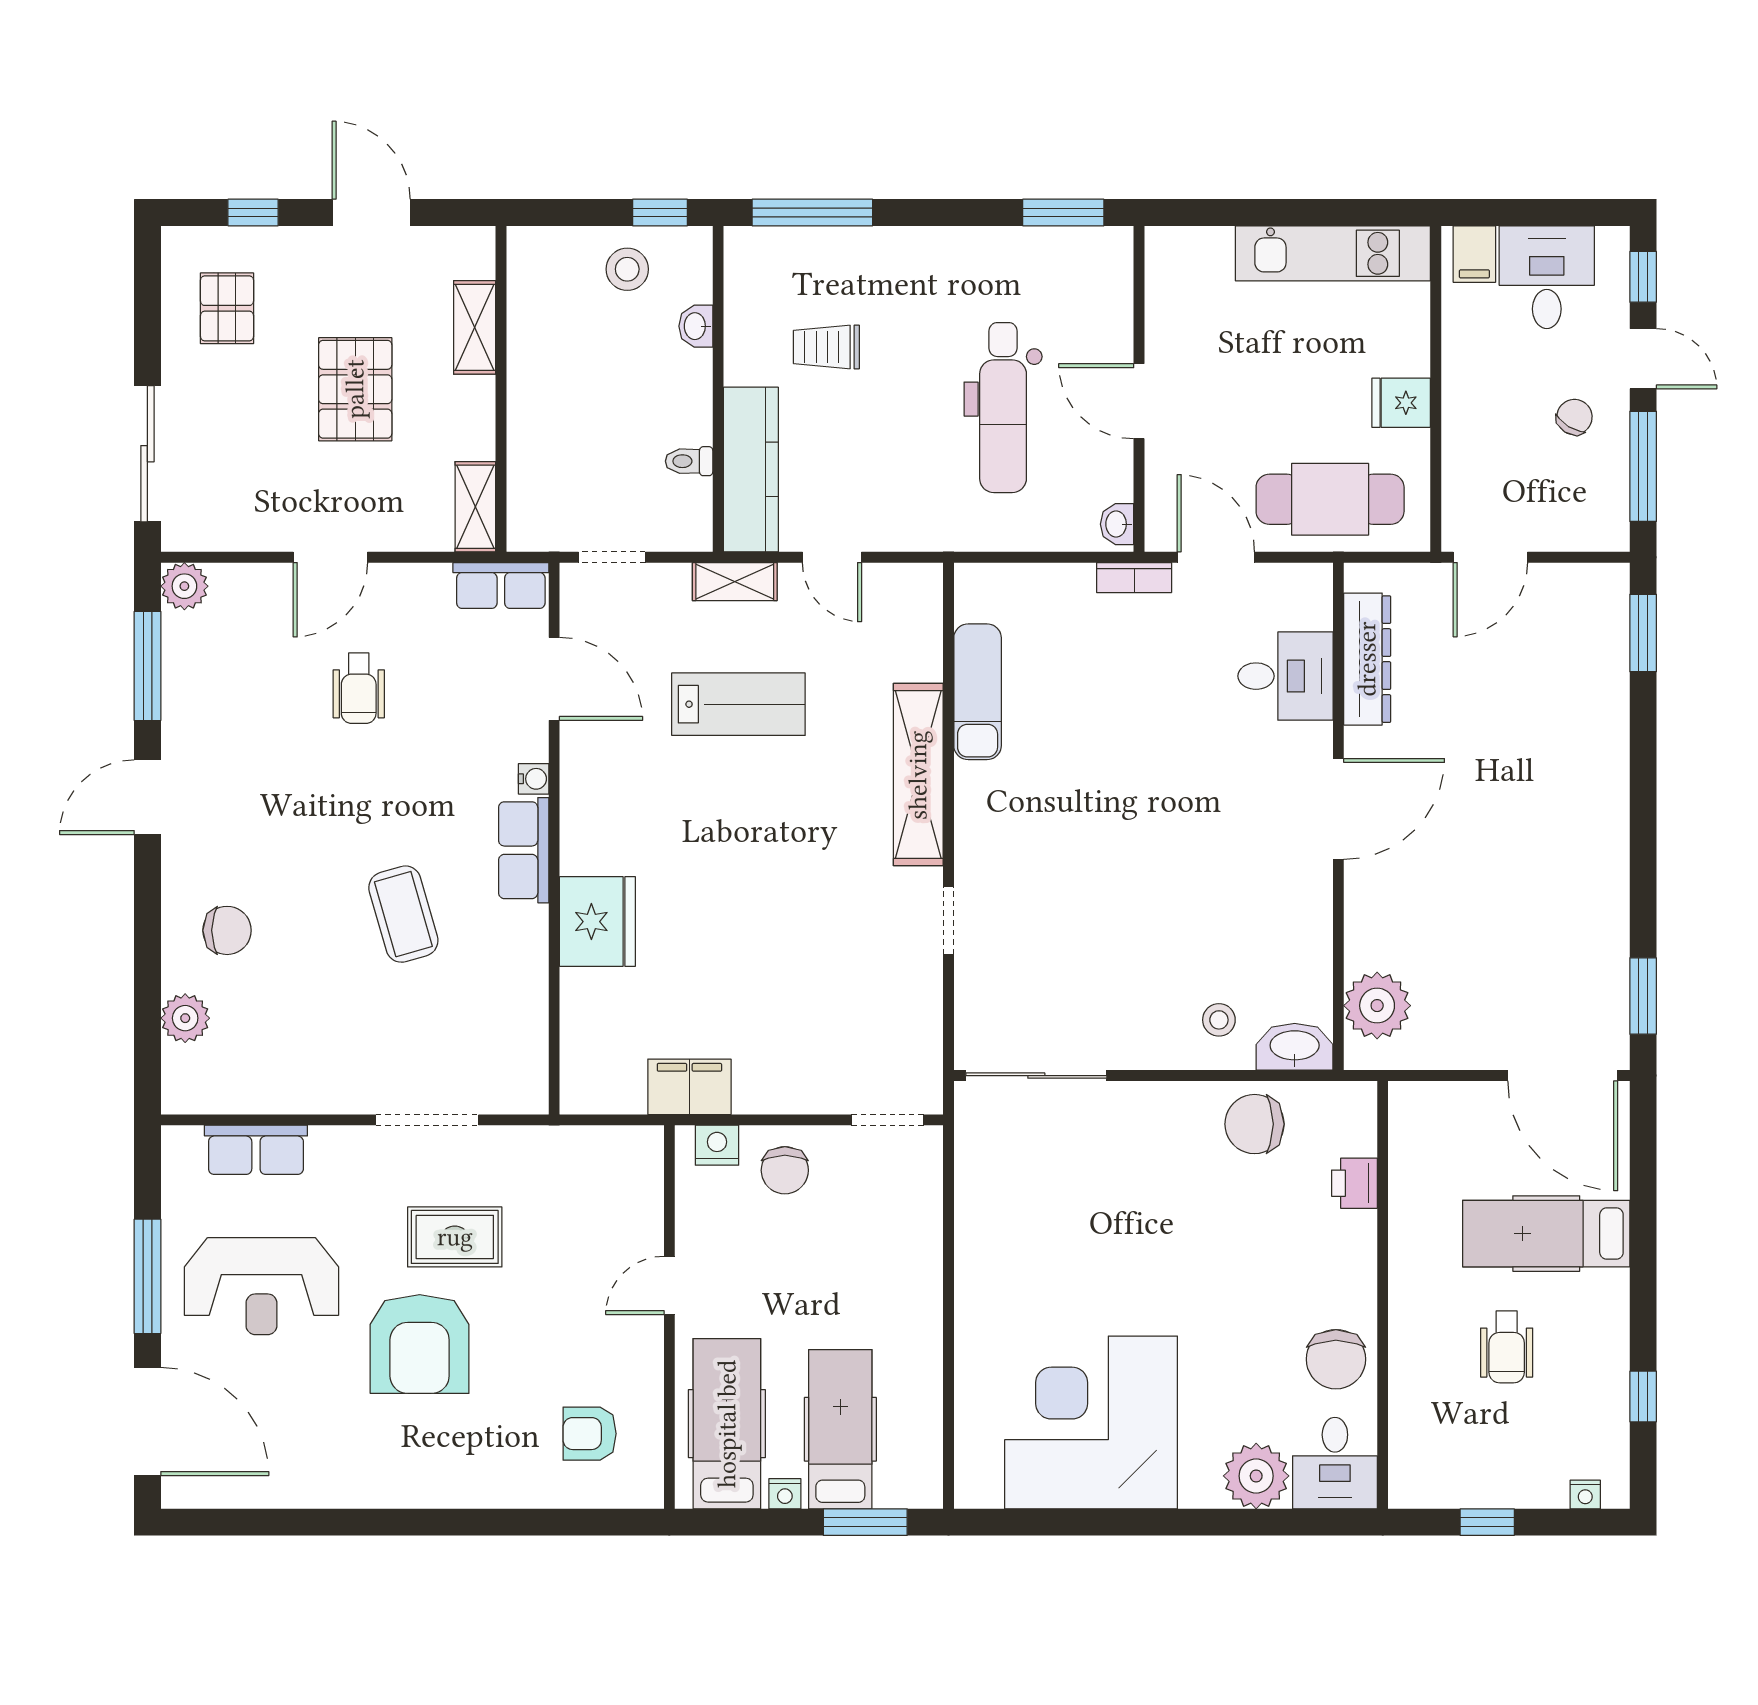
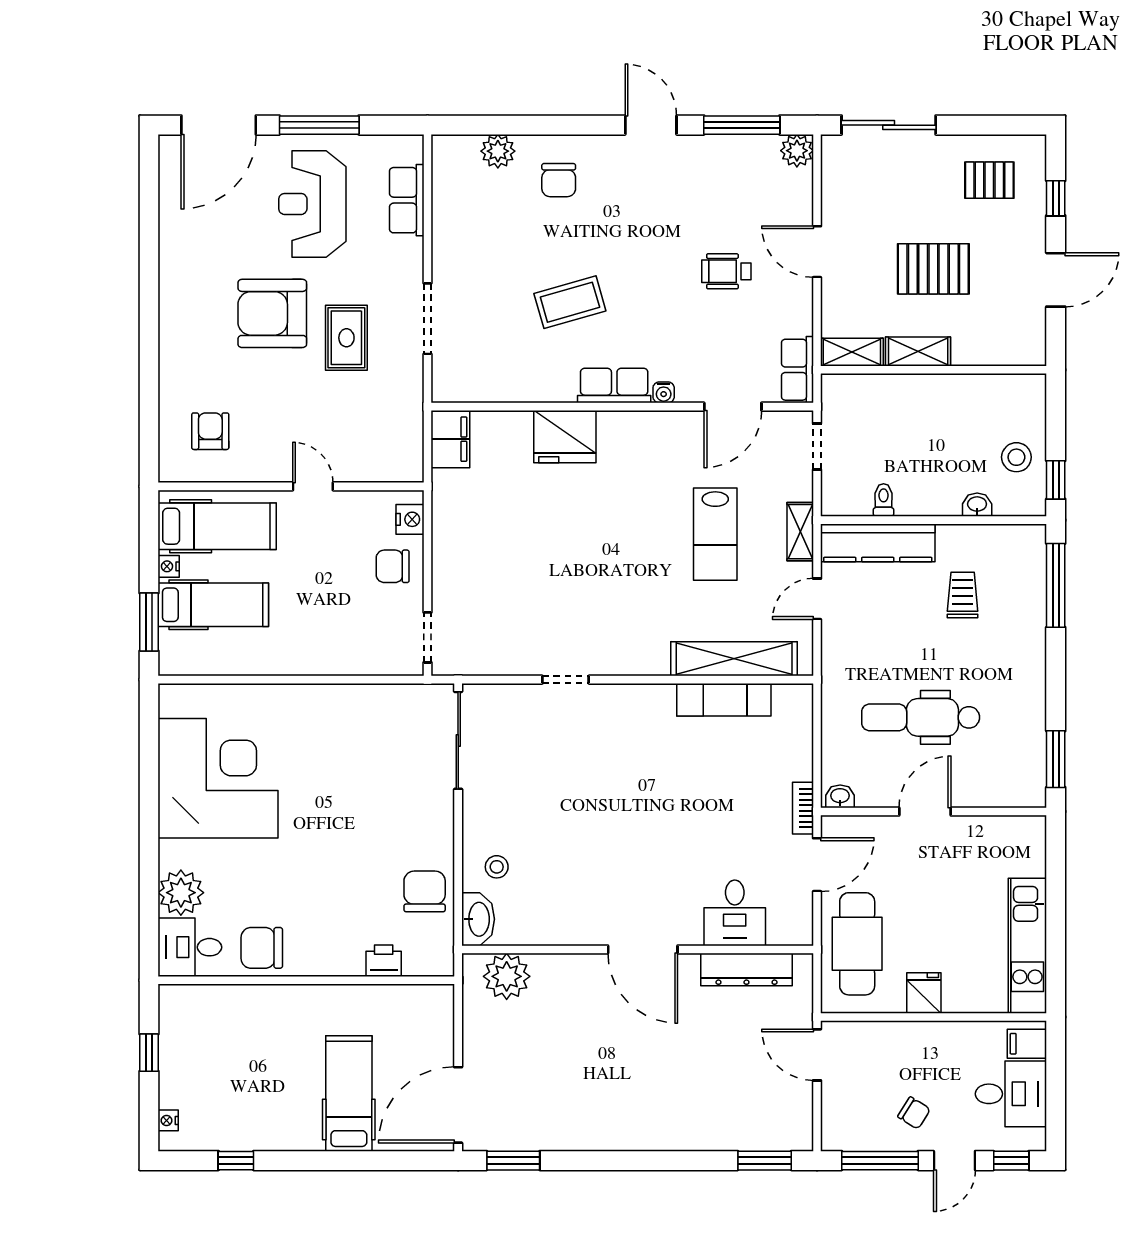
shelving: (475, 327) -> (918, 352), moved
shelving: (918, 775) -> (734, 659), moved
filing cabinet: (689, 1087) -> (450, 439), moved
wheelchair: (1507, 1347) -> (270, 1066), removed

